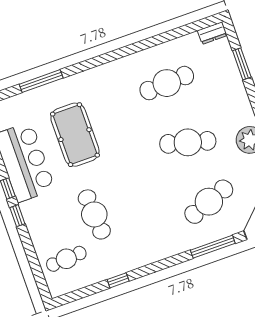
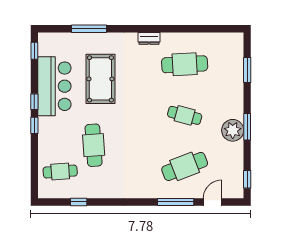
dresser: (212, 33) -> (149, 38), moved
cafe table: (188, 142) -> (185, 115), width x0.73, depth x0.74
window: (118, 280) -> (79, 202), moved

